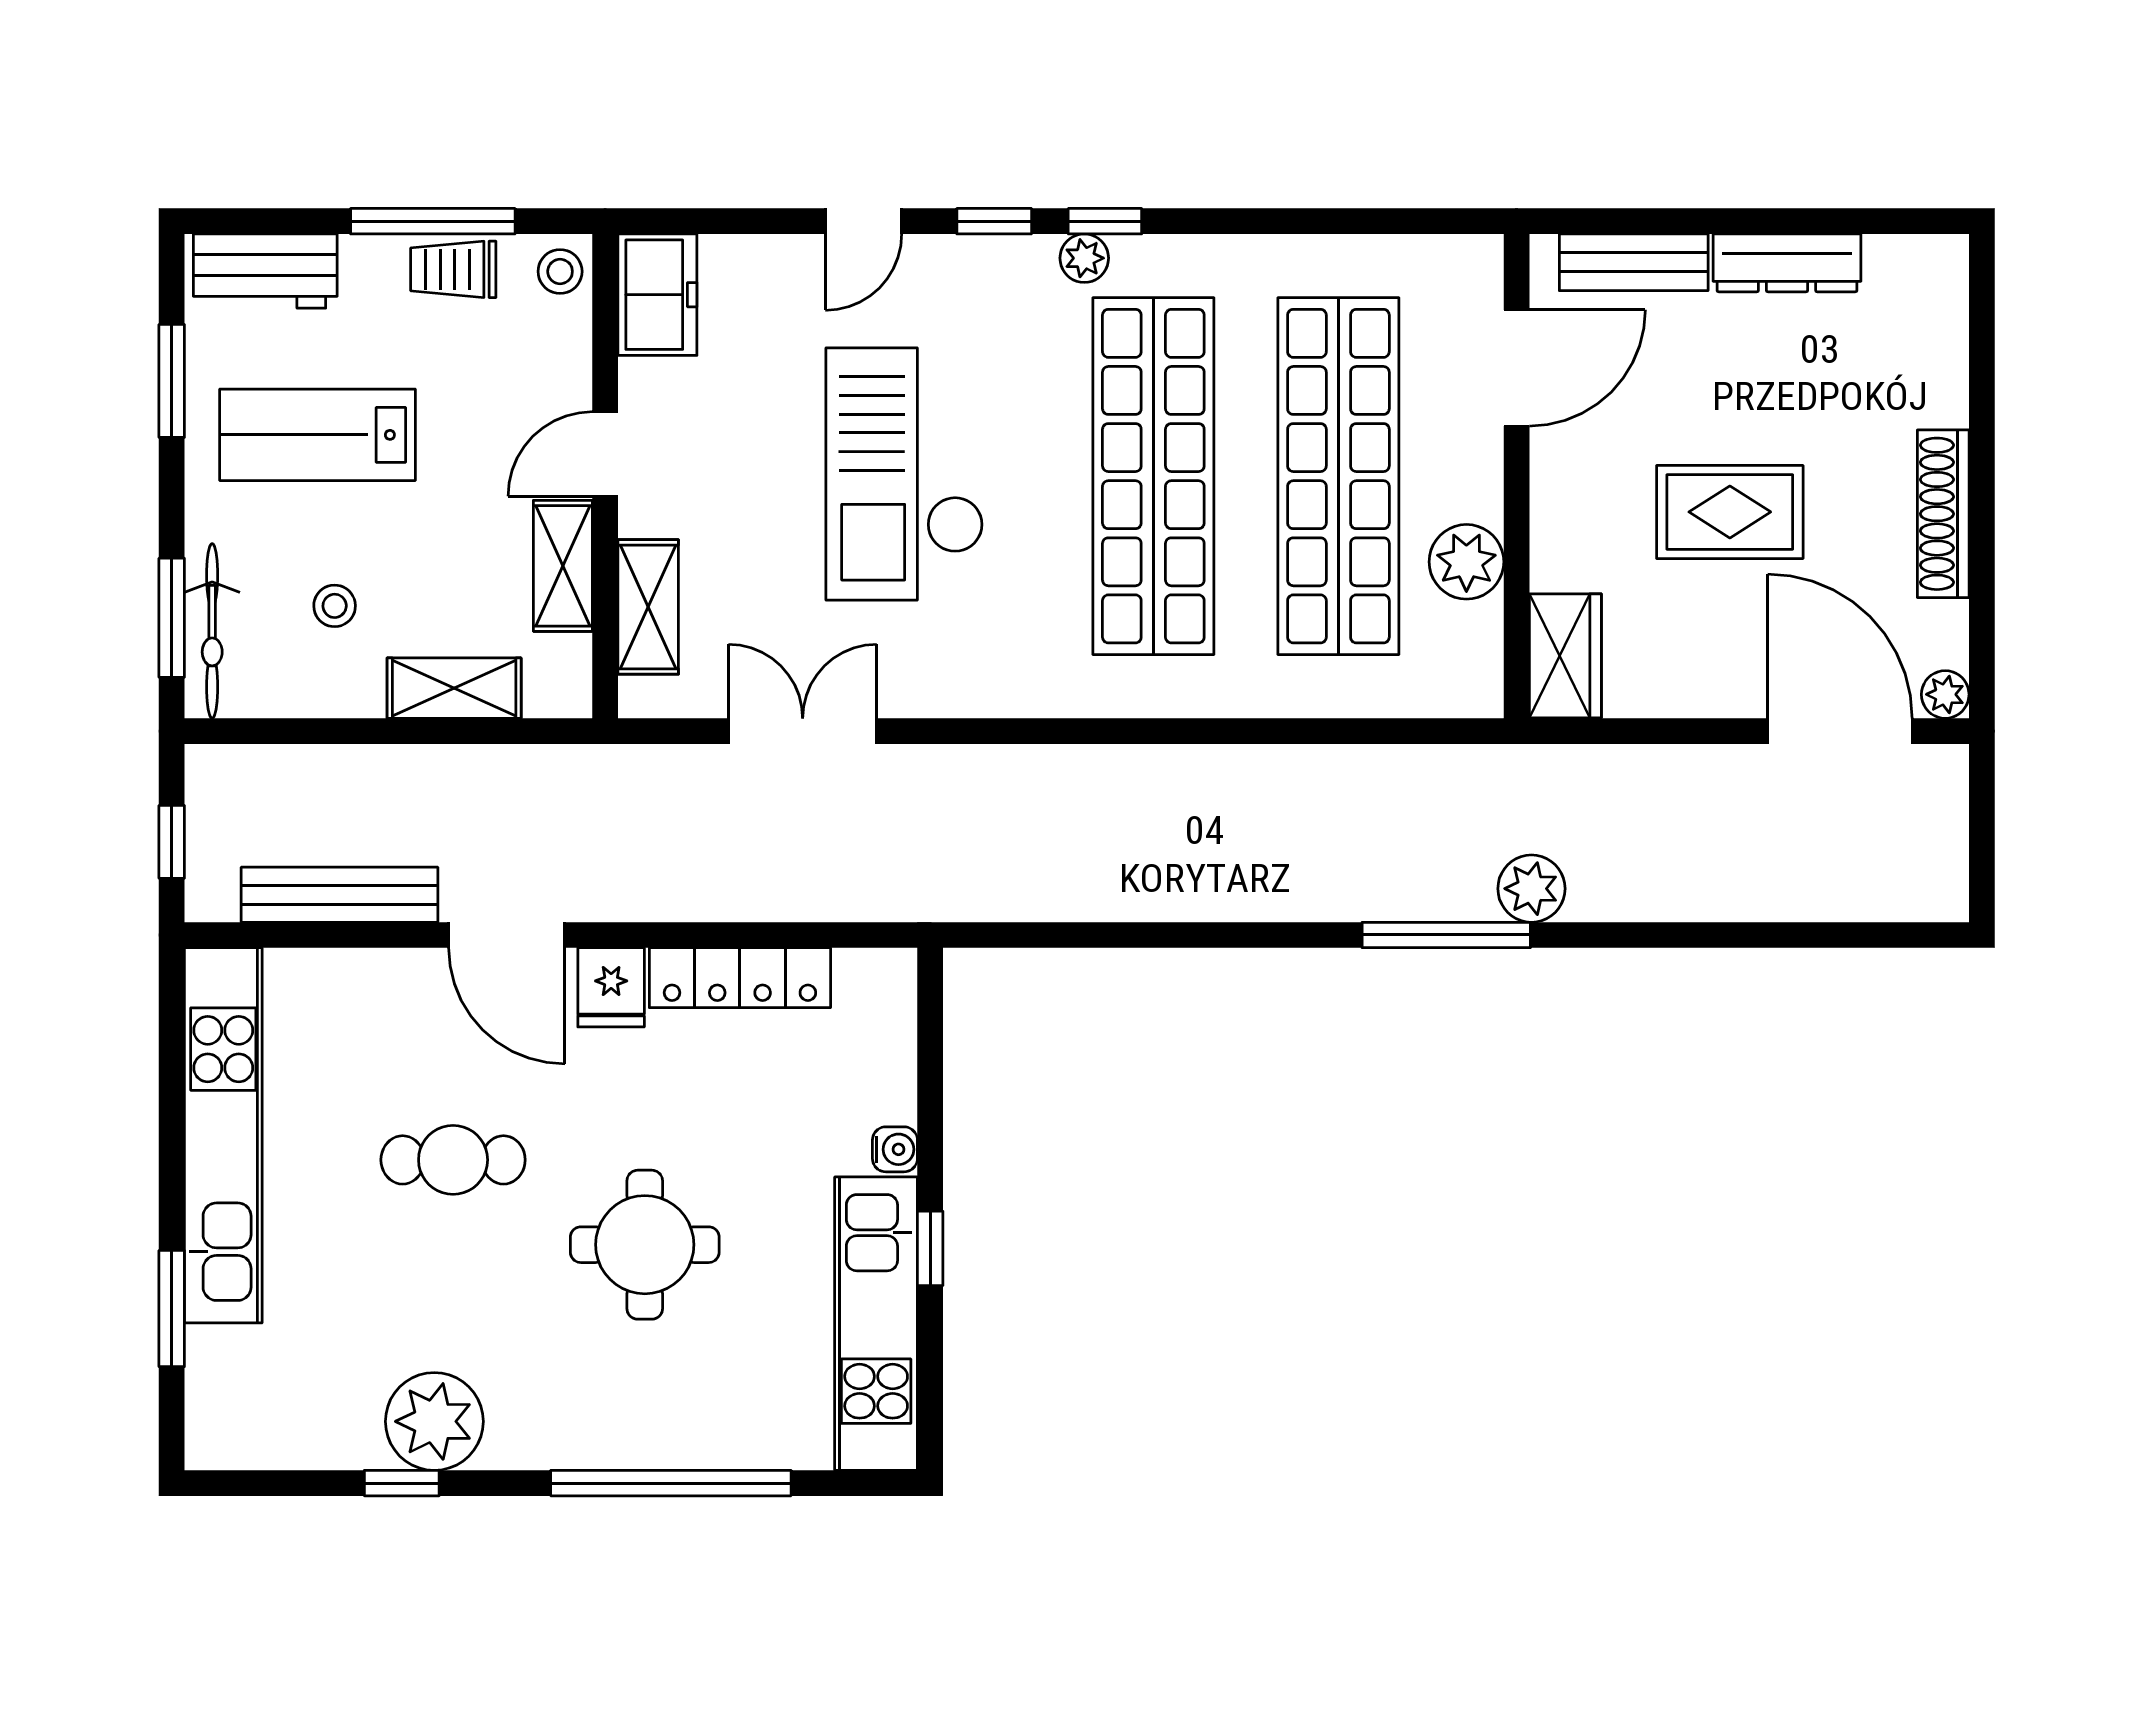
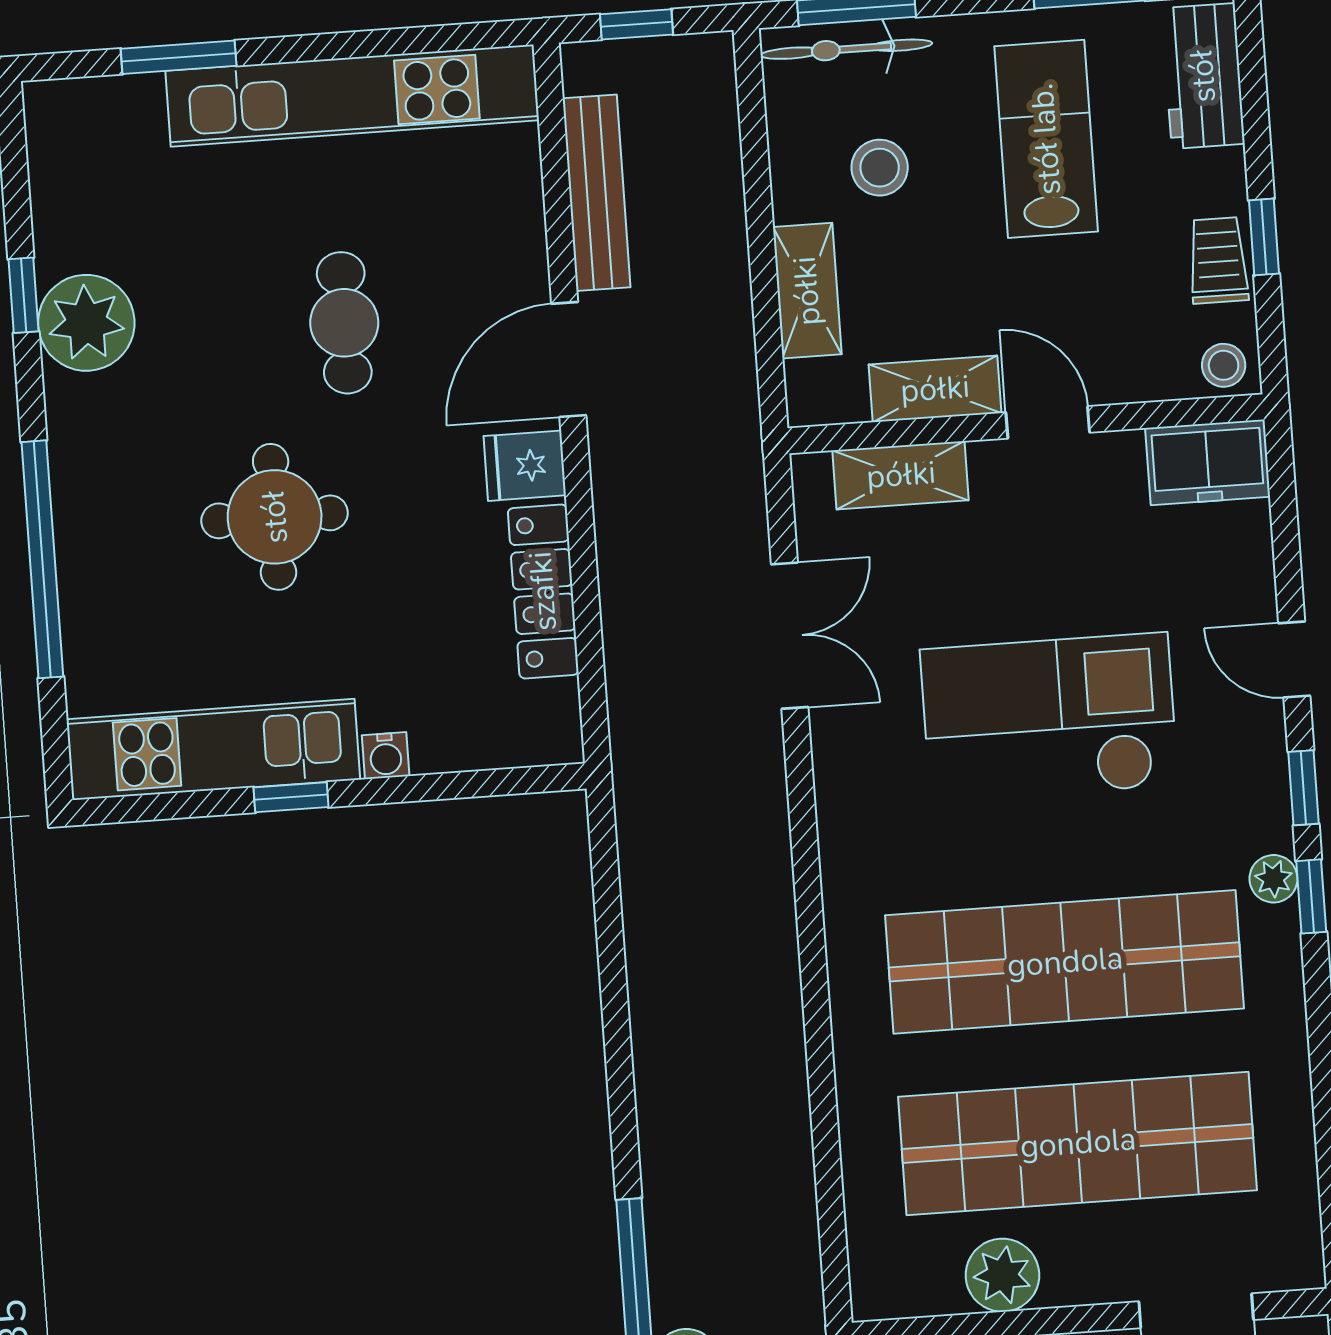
window: (433, 221) -> (1264, 237), width x0.46
stool: (335, 606) -> (880, 168), width x1.37, depth x1.37

